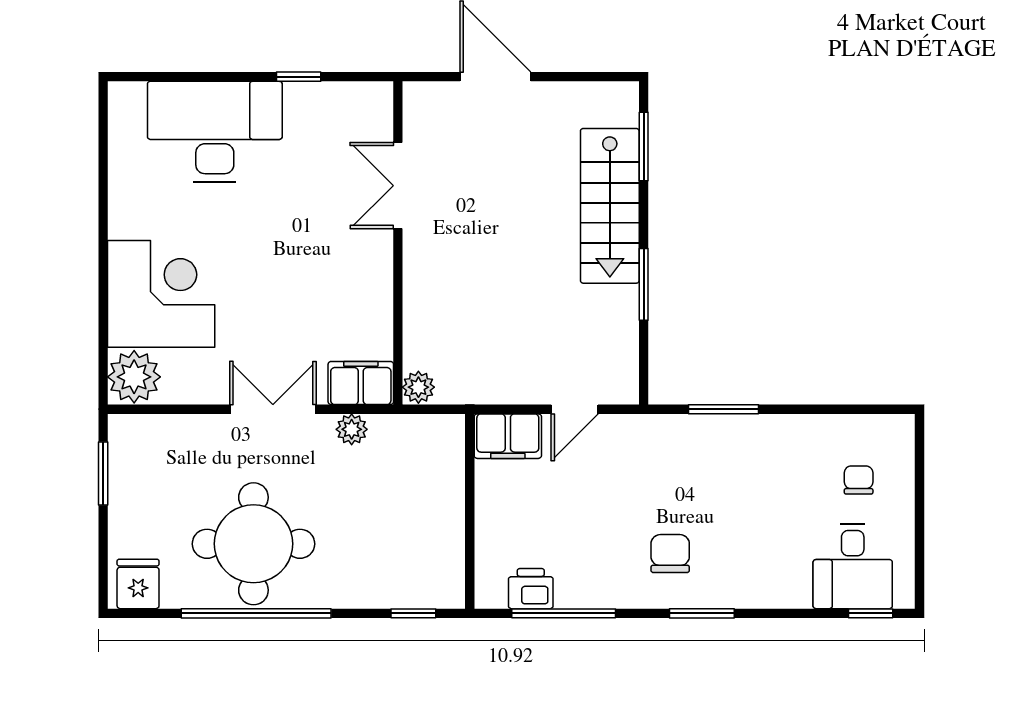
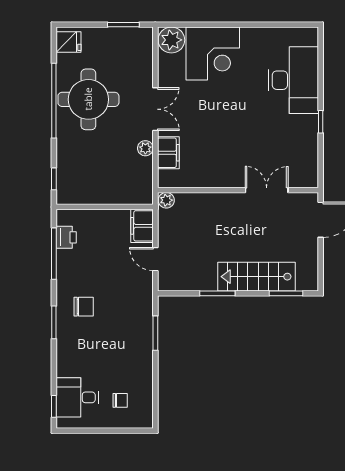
double door: (398, 186) -> (267, 190), moved
wall: (398, 243) -> (238, 190), moved
plant: (418, 387) -> (166, 200), moved

